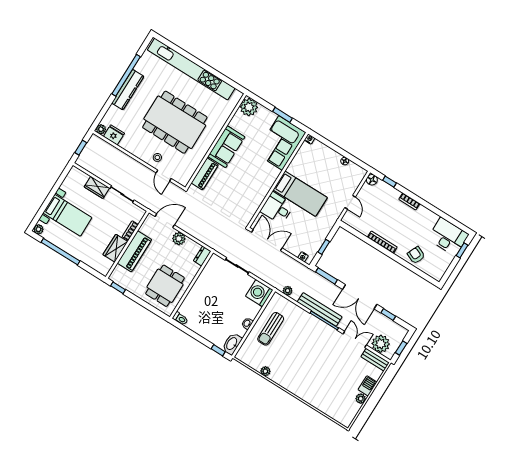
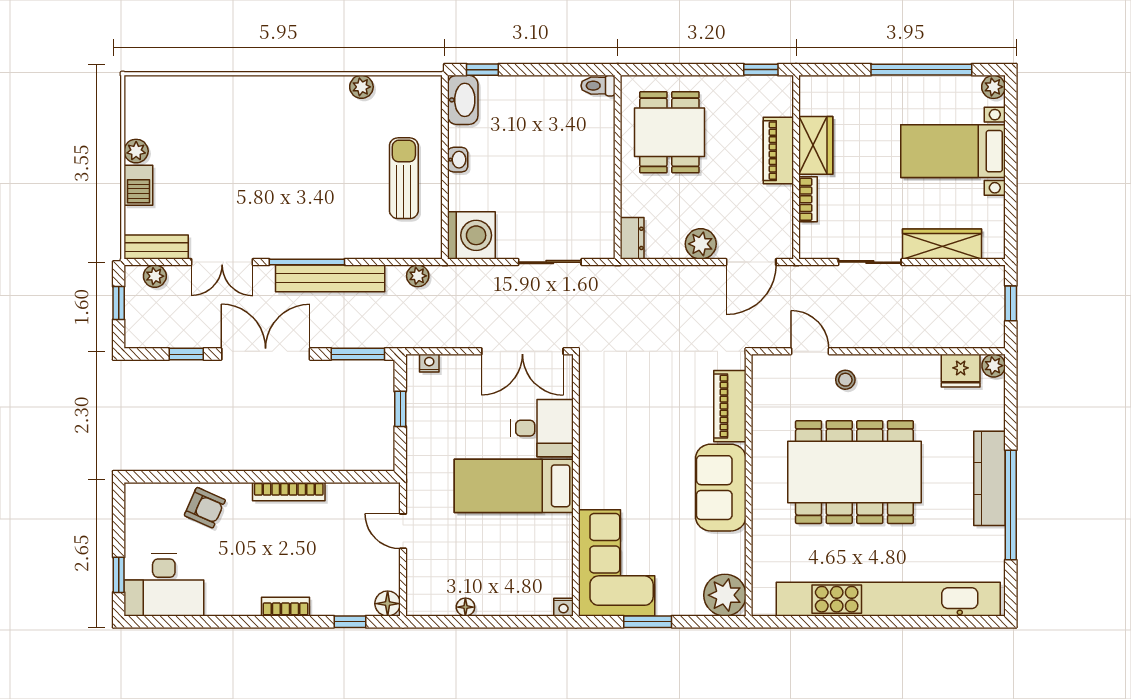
wardrobe: (97, 187) -> (942, 244), width x1.50
piano: (134, 251) -> (778, 151), width x0.73, depth x0.75
plant: (381, 344) -> (155, 276), width x0.53, depth x0.53

